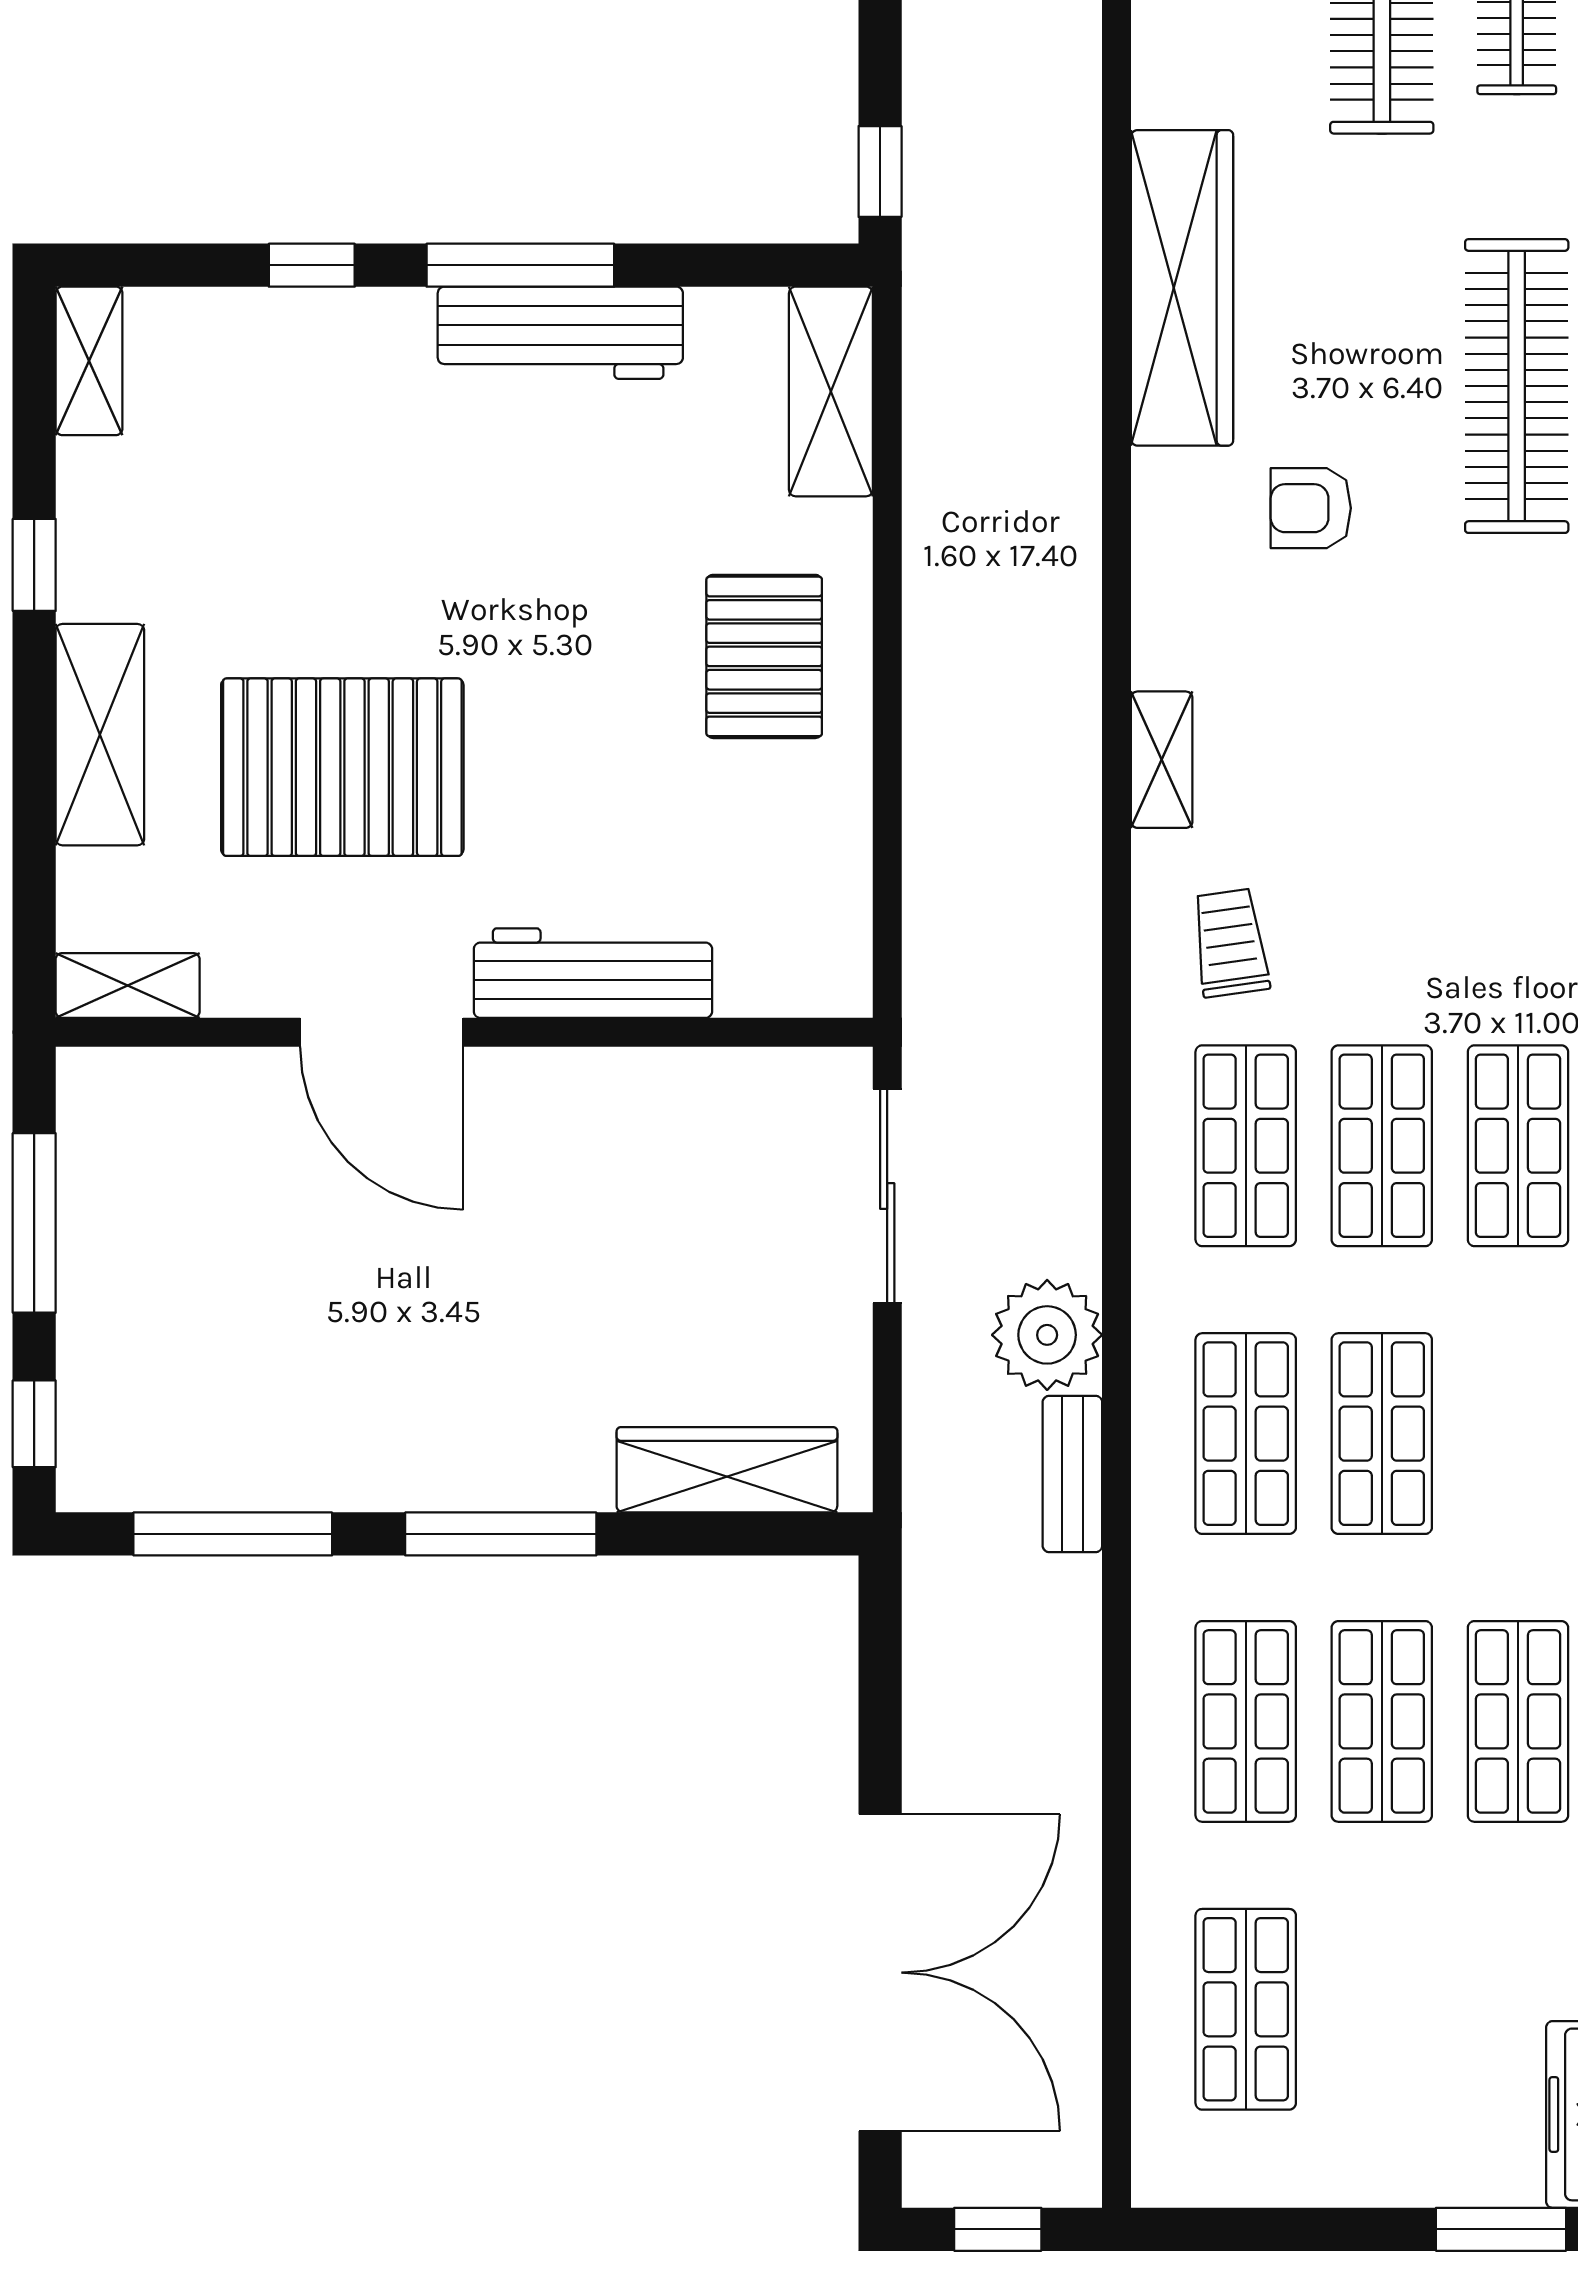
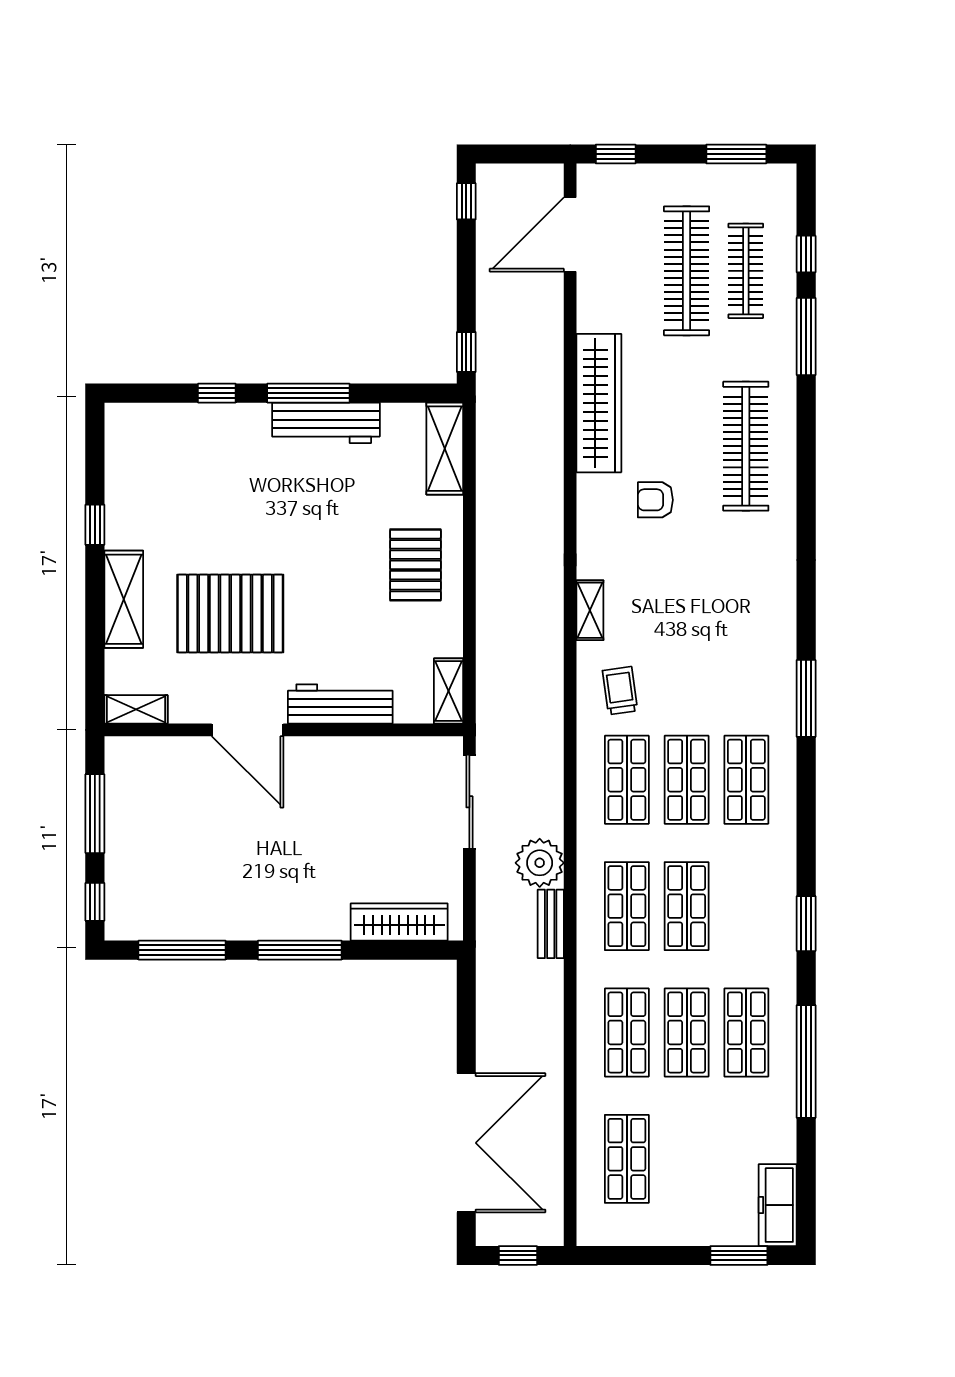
shelving: (89, 361) -> (448, 691), moved

